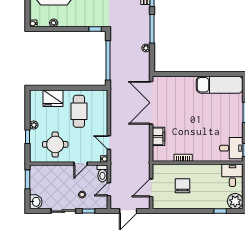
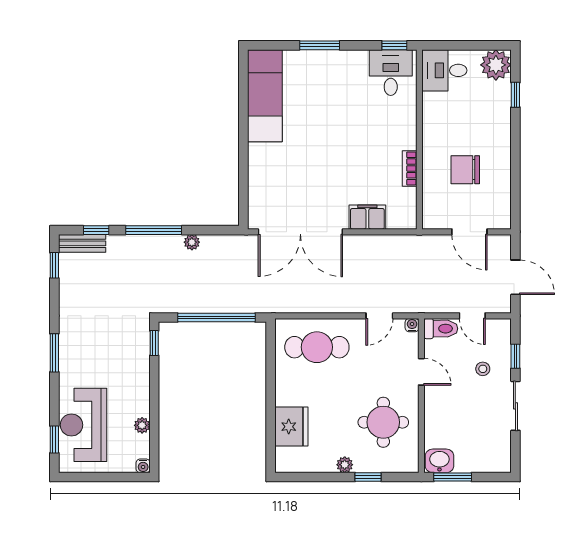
cafe table: (79, 111) -> (317, 347), moved
washbasin: (36, 202) -> (439, 461), moved

